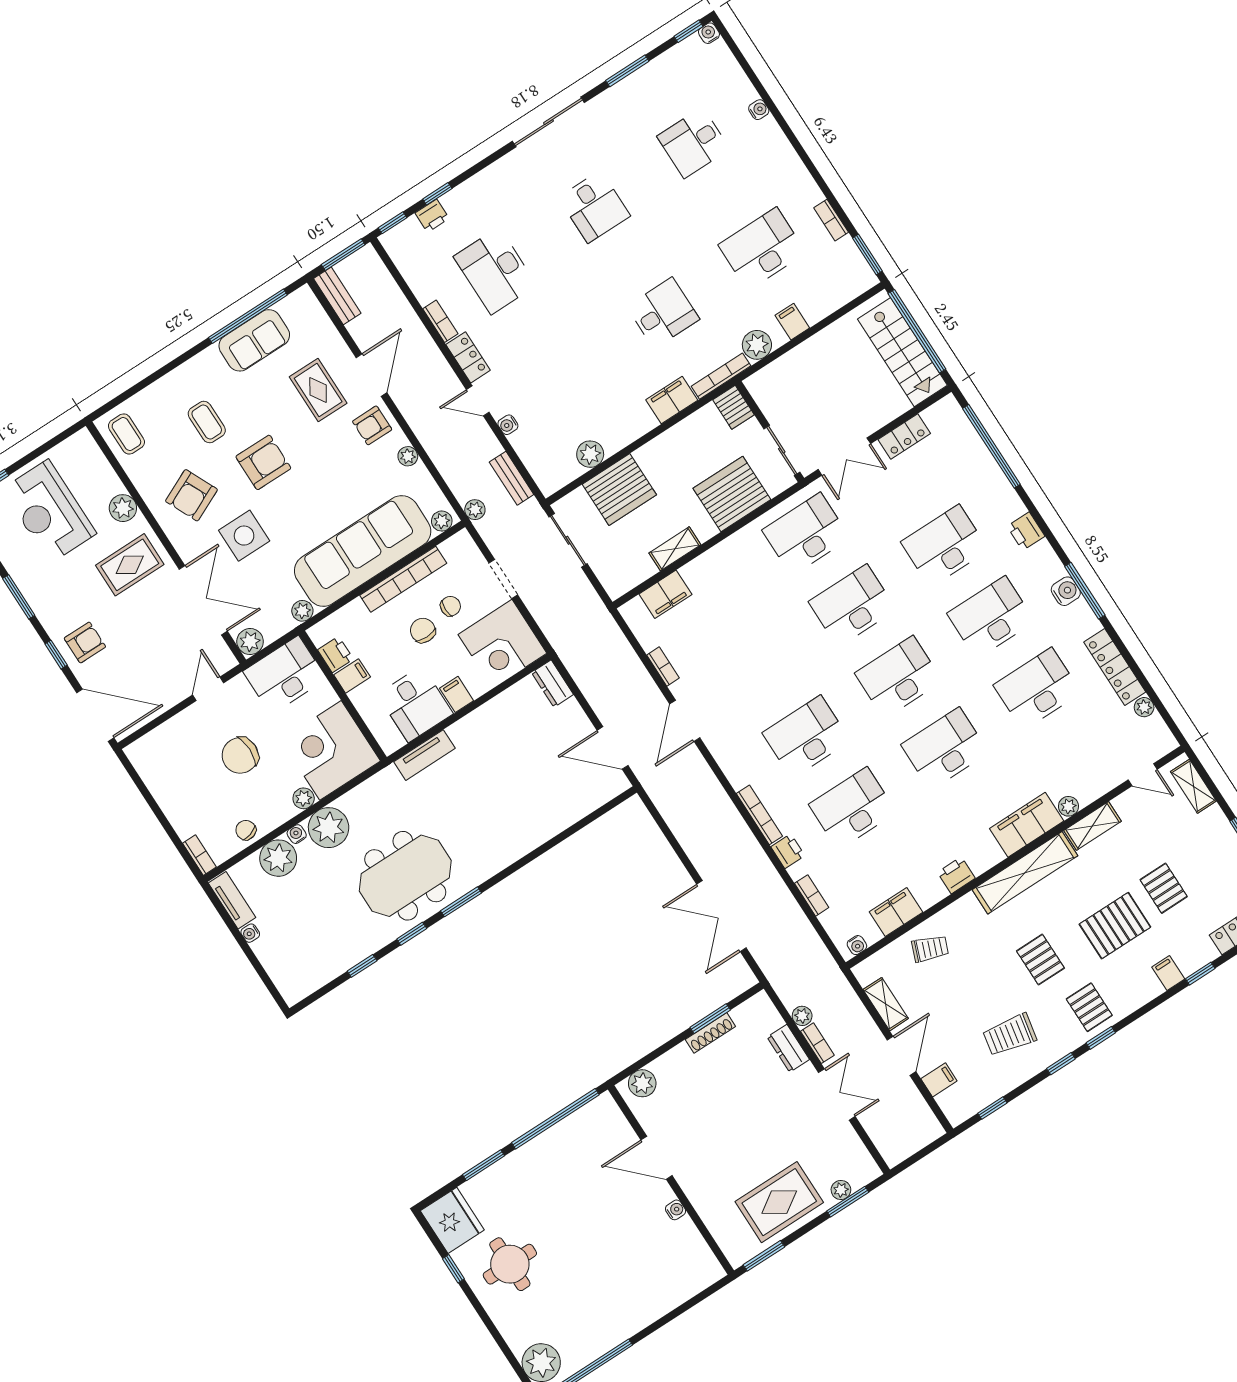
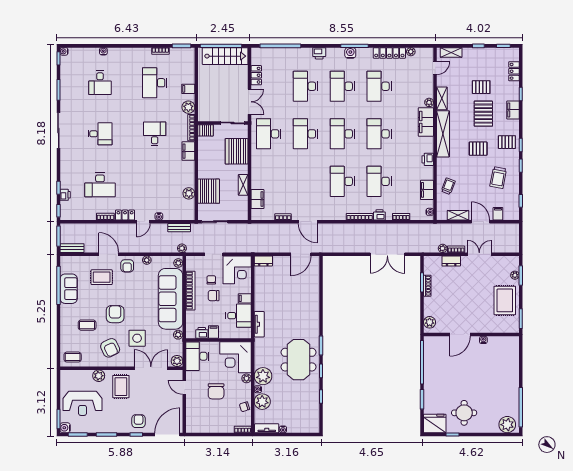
filing cabinet: (1168, 973) -> (513, 110), width x2.00

